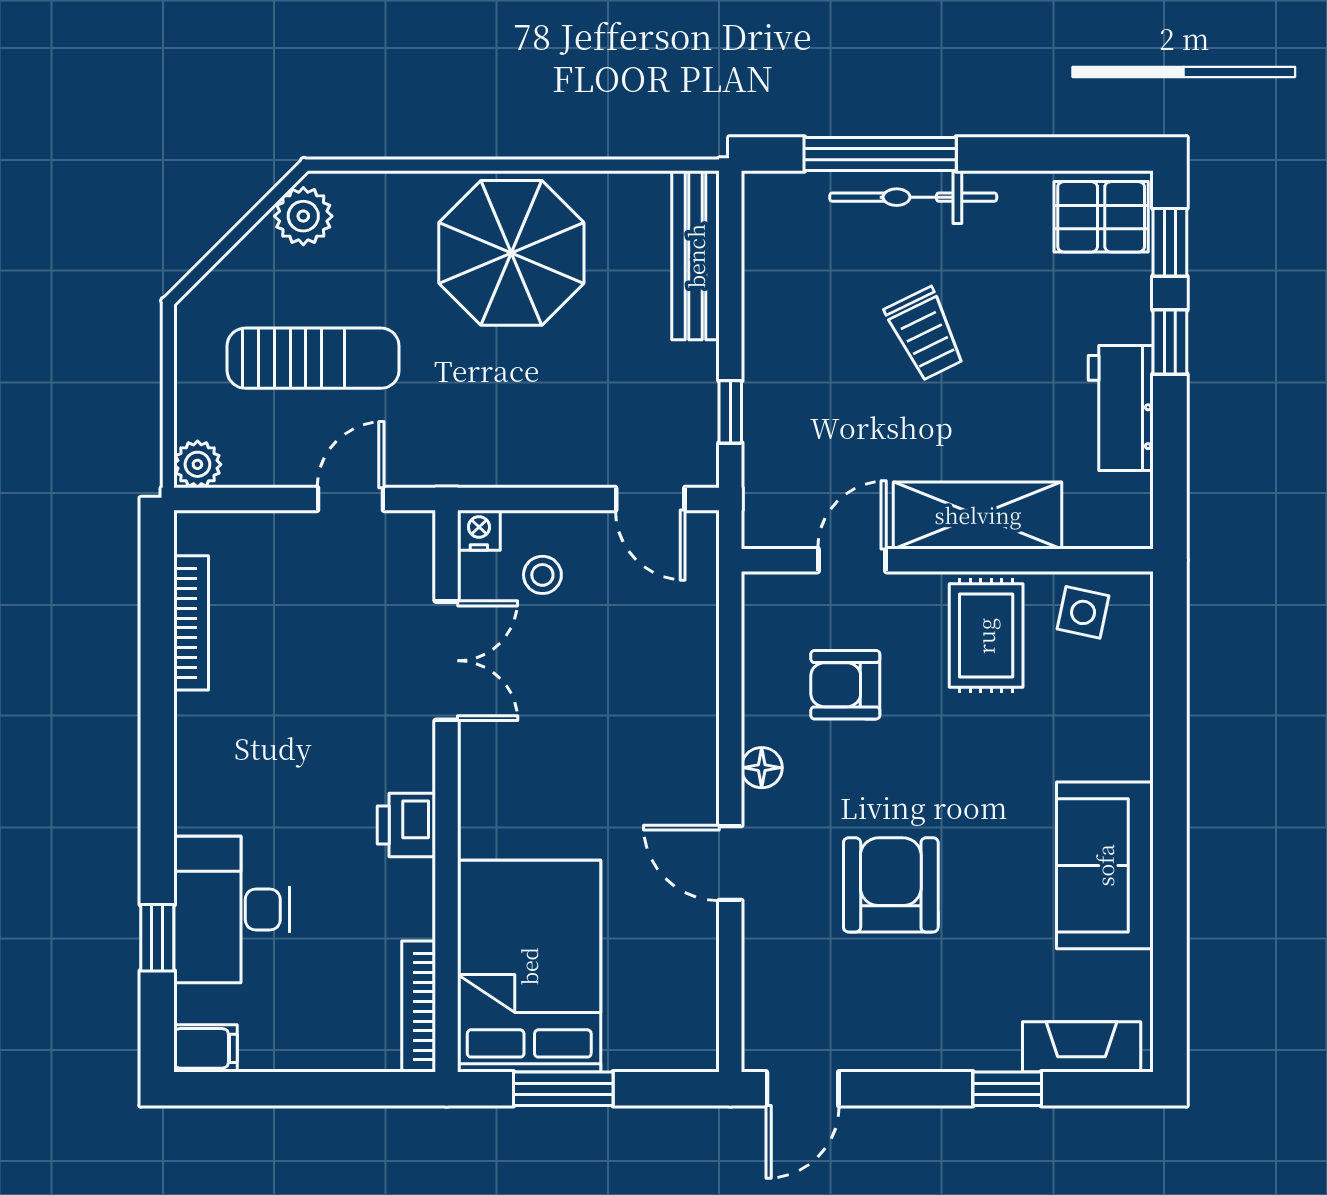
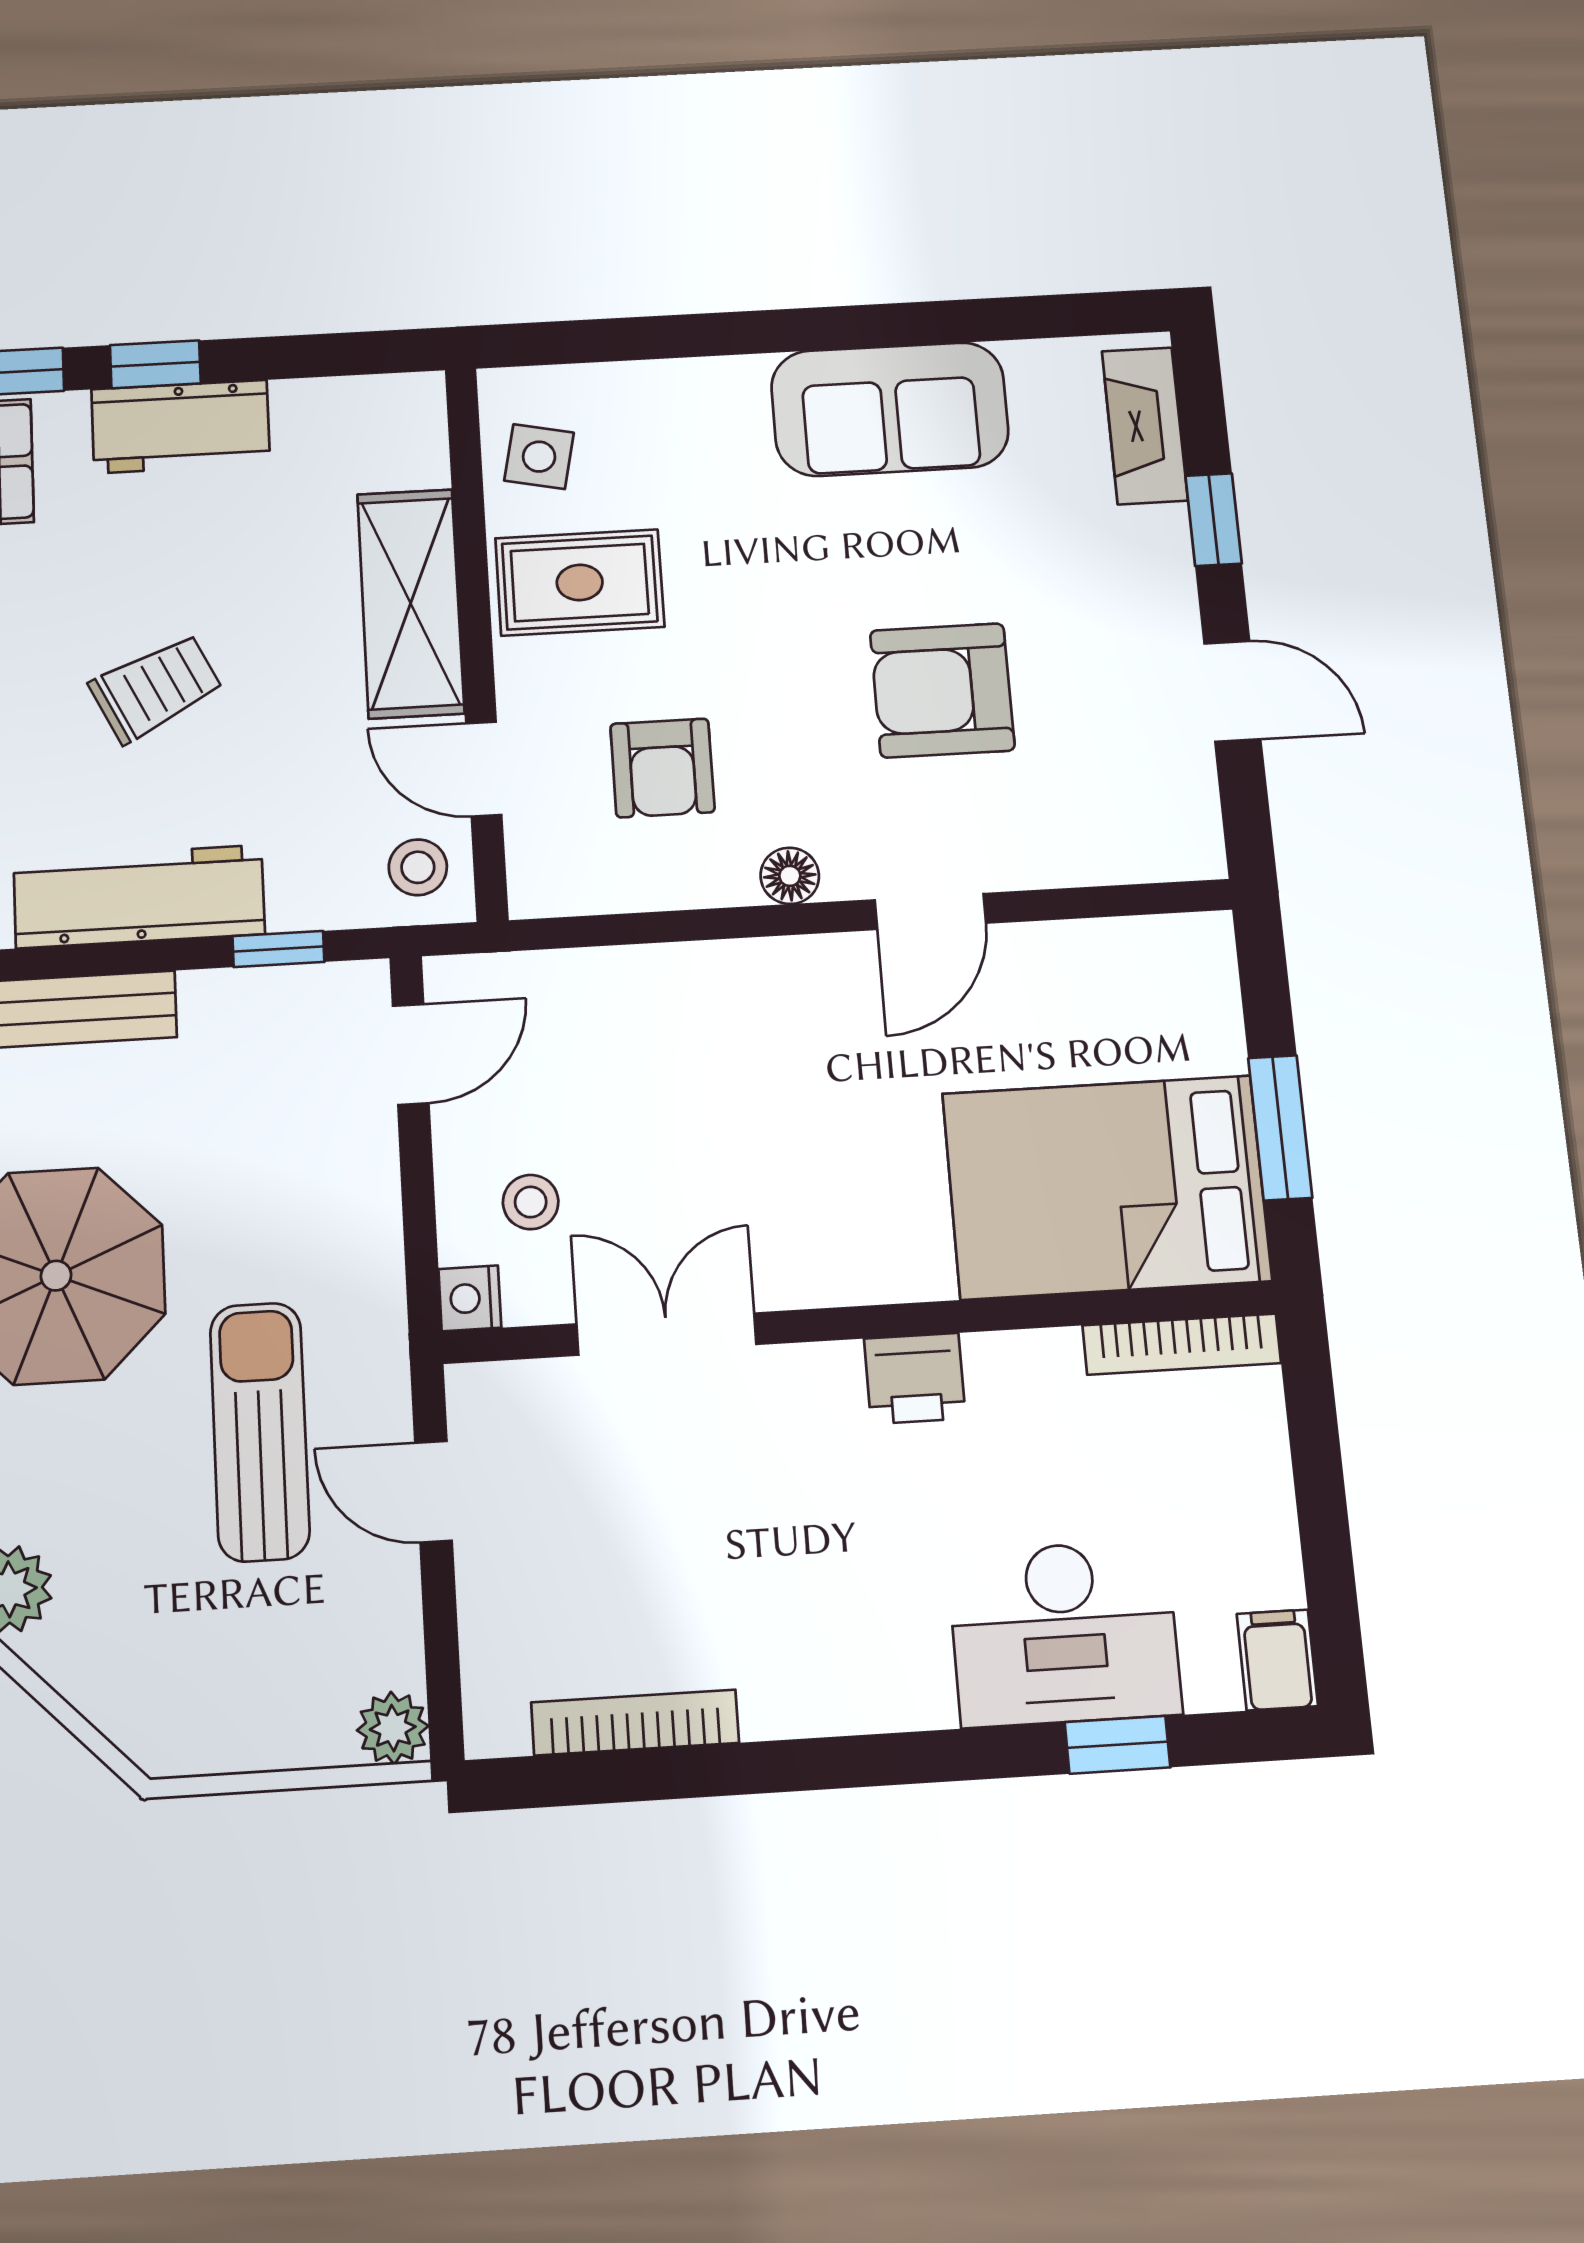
workbench: (774, 317) -> (139, 896), added
sun lounger: (313, 358) -> (260, 1431), moved
workbench: (1121, 408) -> (181, 427), moved
stool: (783, 511) -> (418, 867), added
door: (803, 1089) -> (1232, 691), moved

